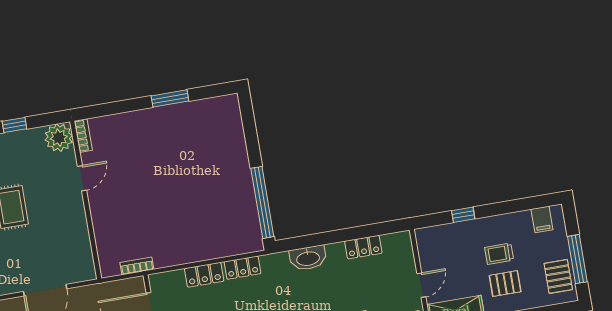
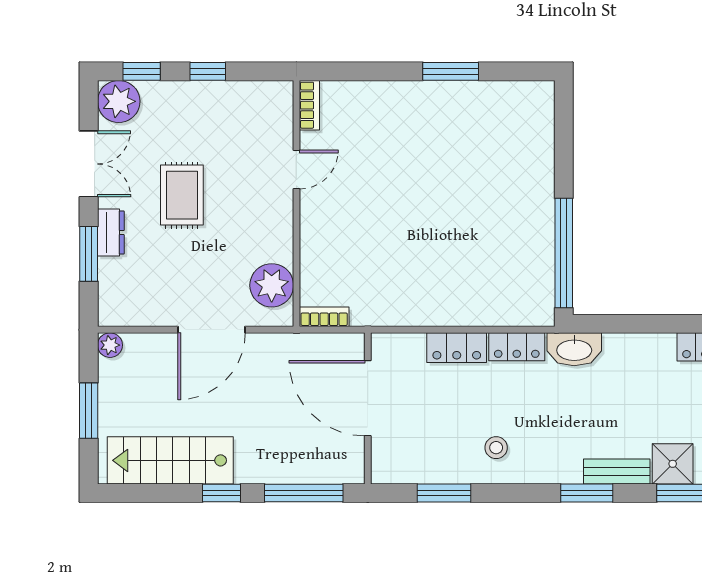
plant: (59, 138) -> (272, 285), moved
washbasin: (308, 258) -> (574, 349), moved
bookcase: (137, 266) -> (324, 317), moved

